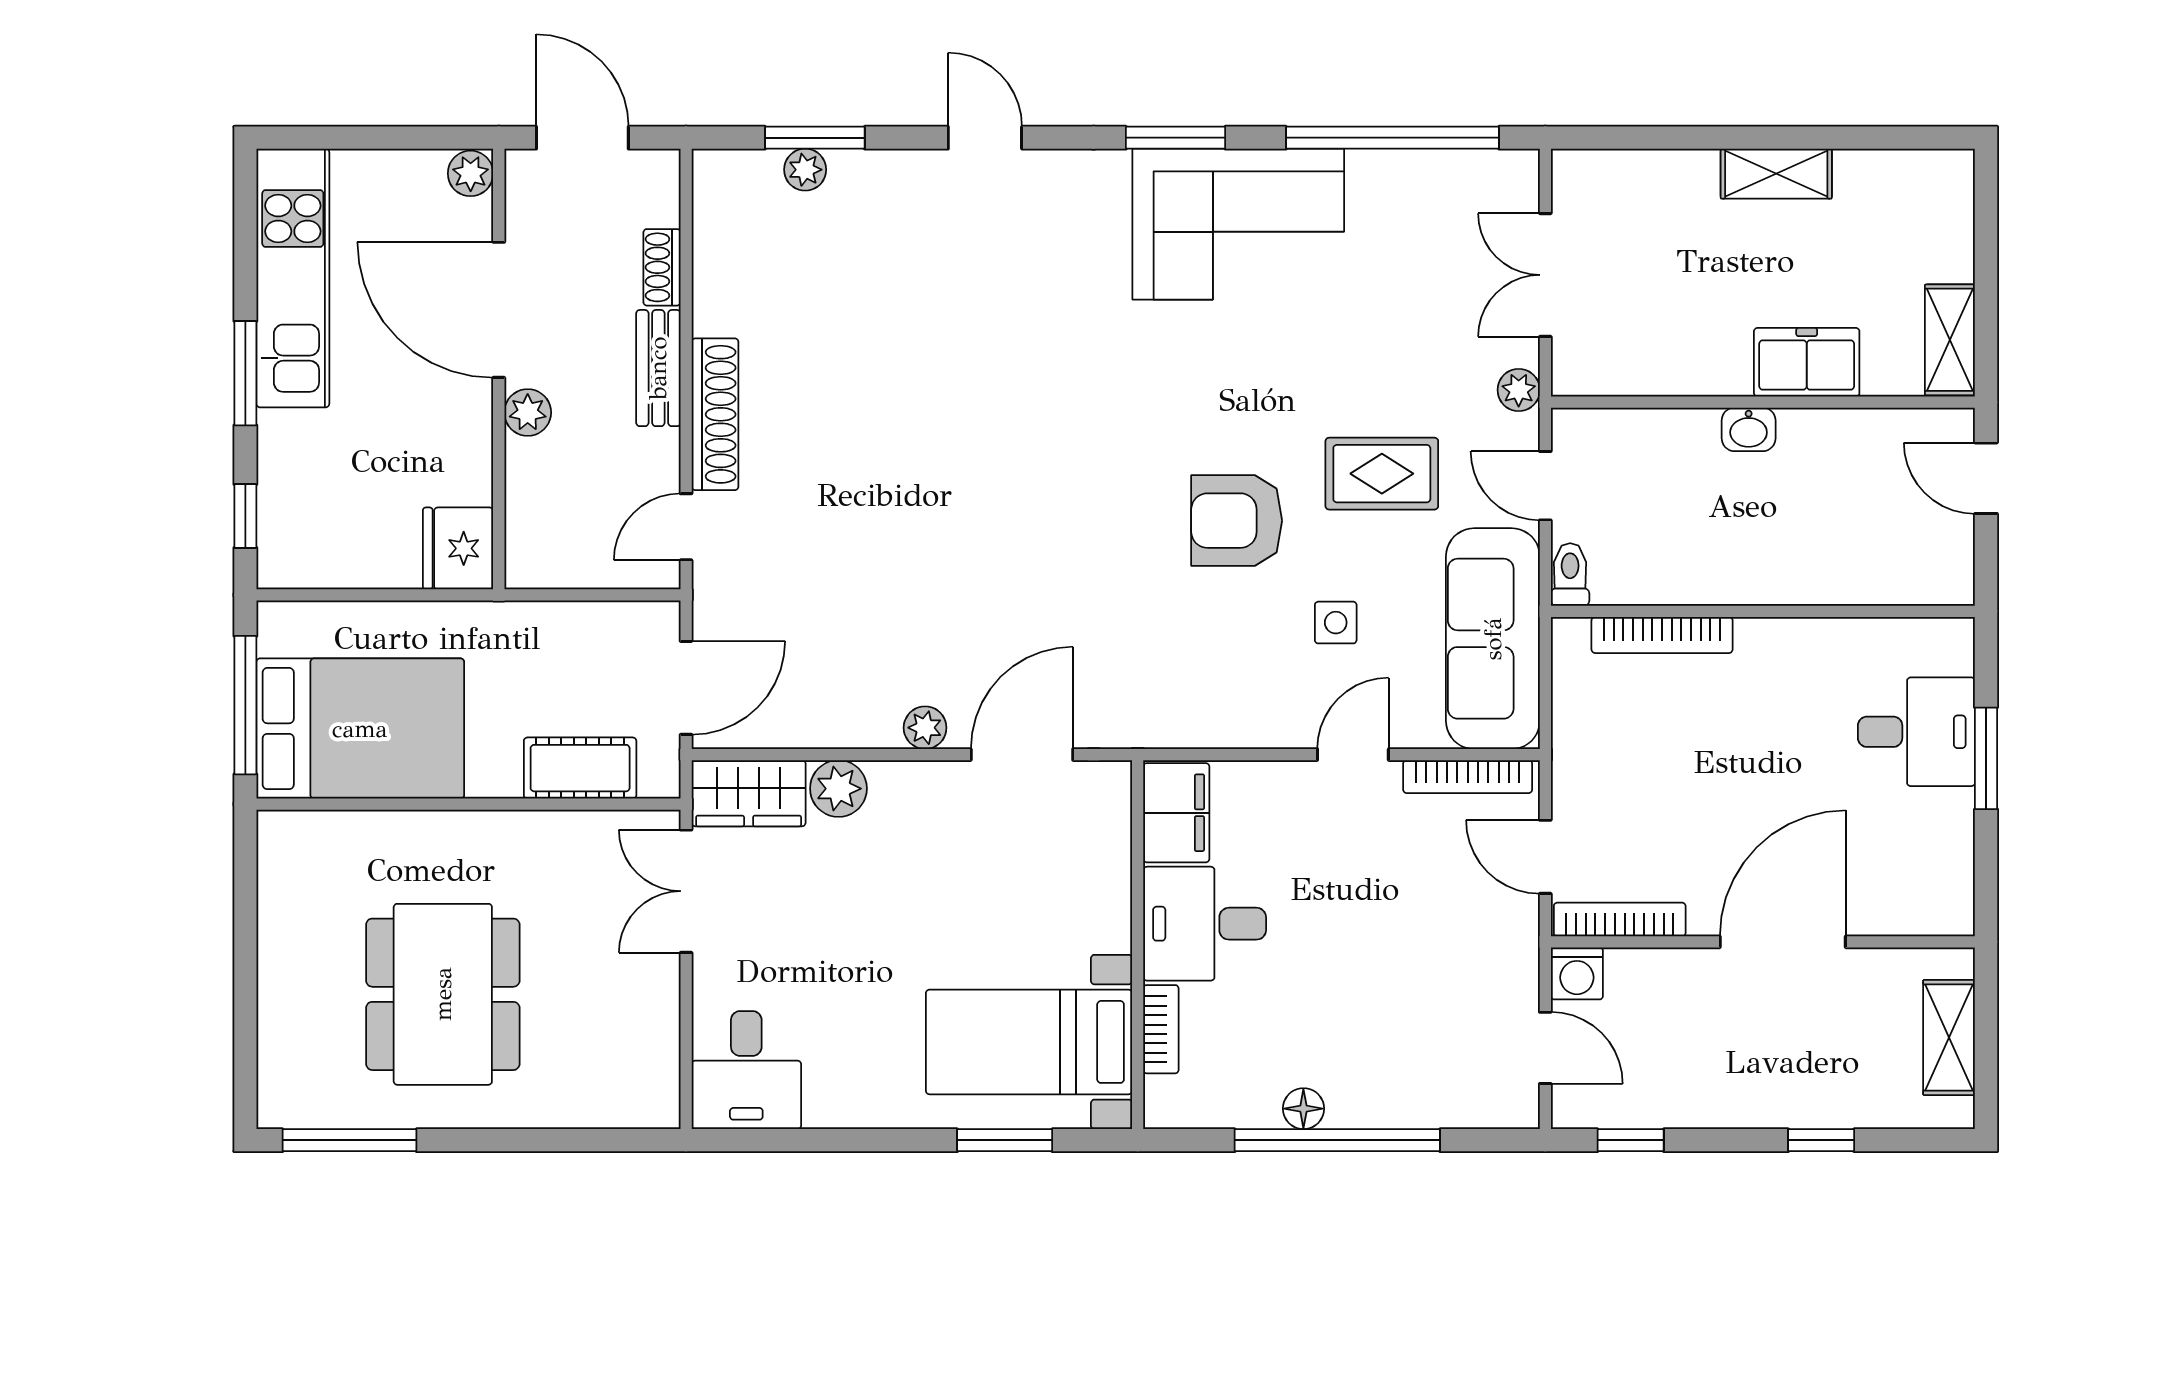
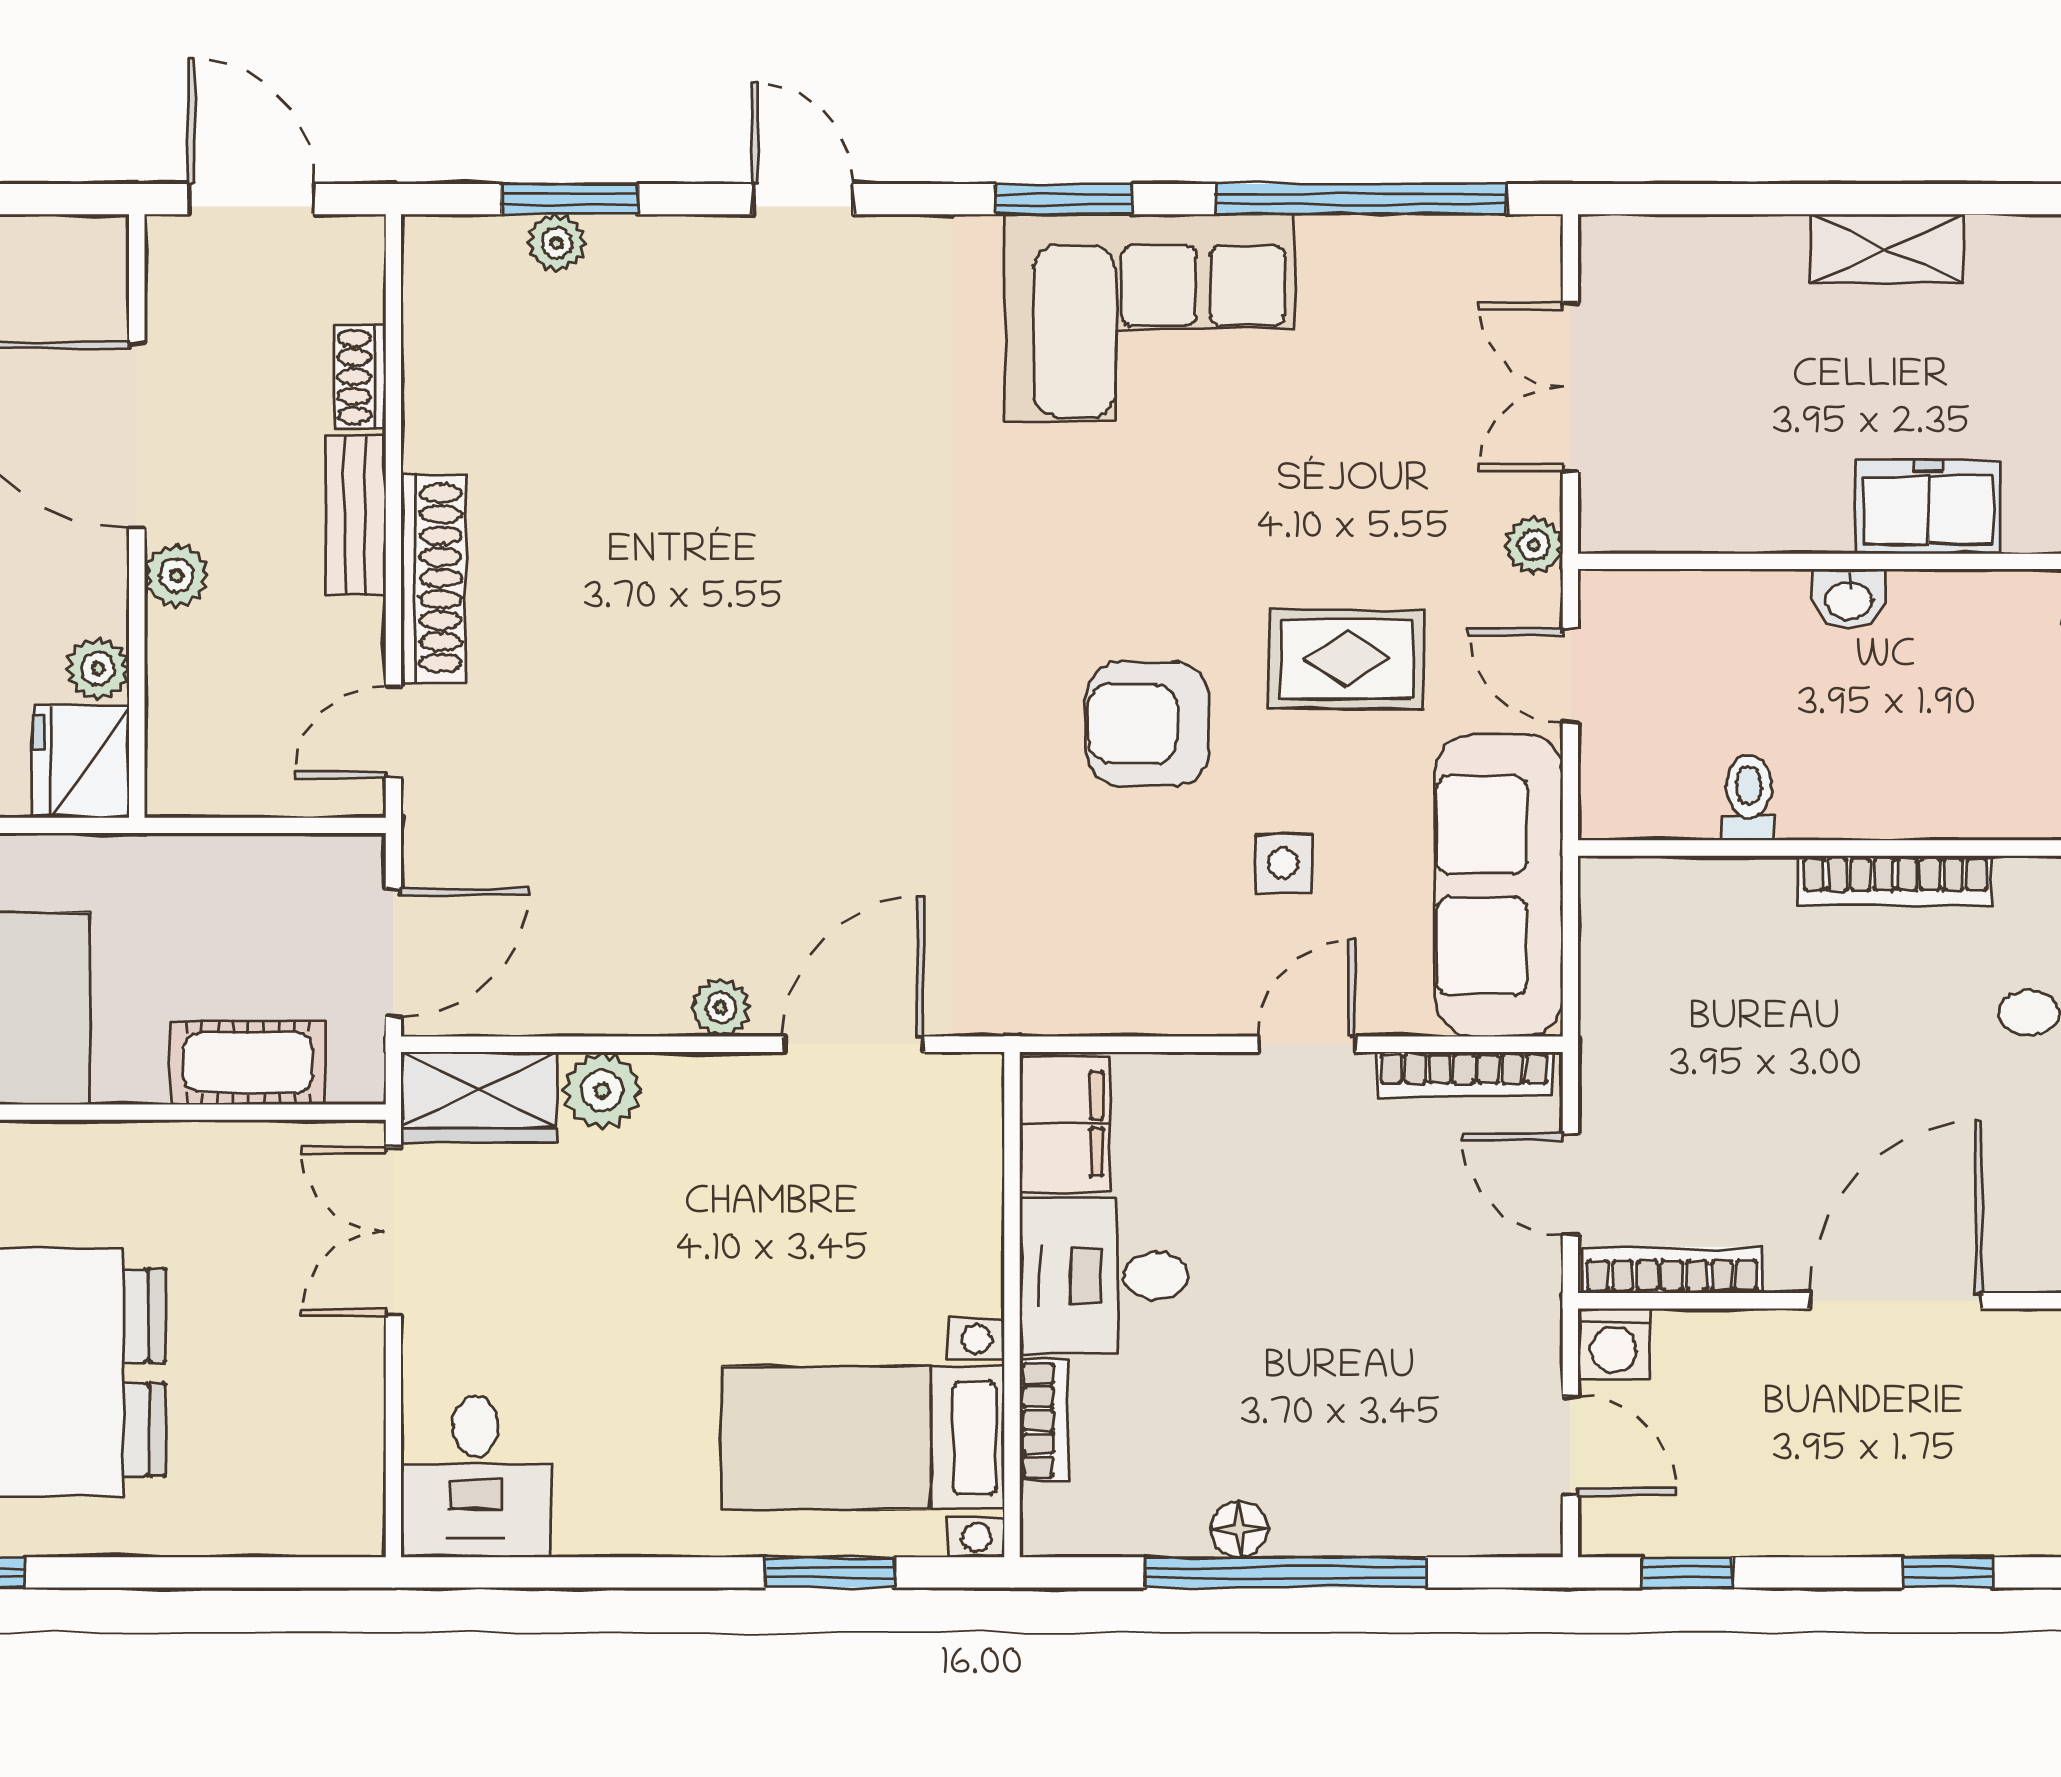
plant: (471, 173) -> (98, 669), moved
toilet: (1570, 575) -> (1749, 798), moved
bookcase: (1662, 635) -> (1895, 880), moved

